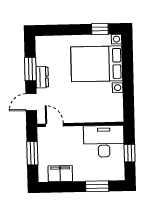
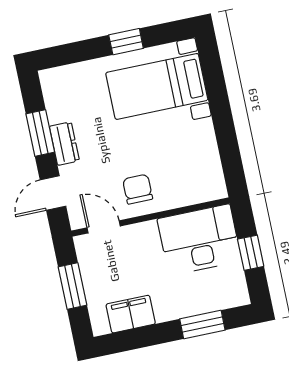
window: (100, 29) -> (126, 42), moved
bed with nightstands: (97, 64) -> (157, 86), width x0.73
chair: (76, 108) -> (138, 189), added

